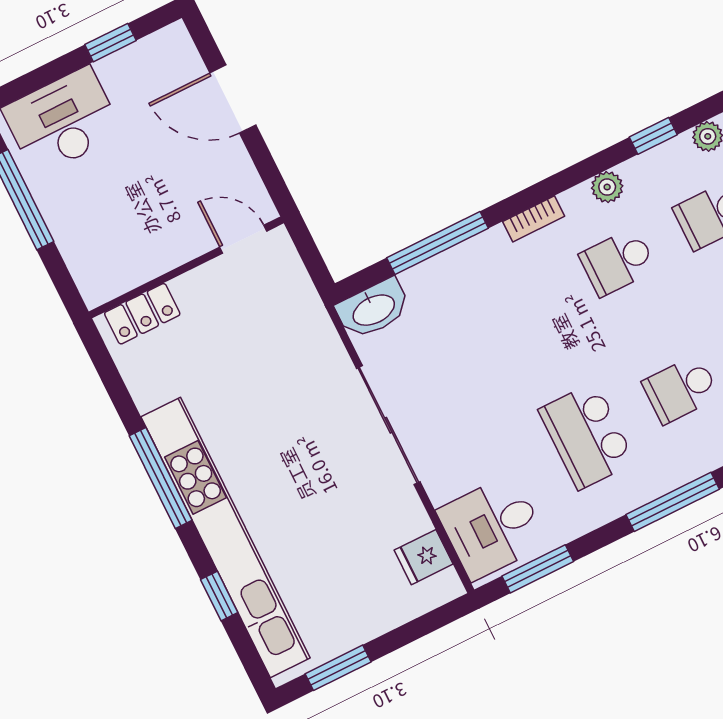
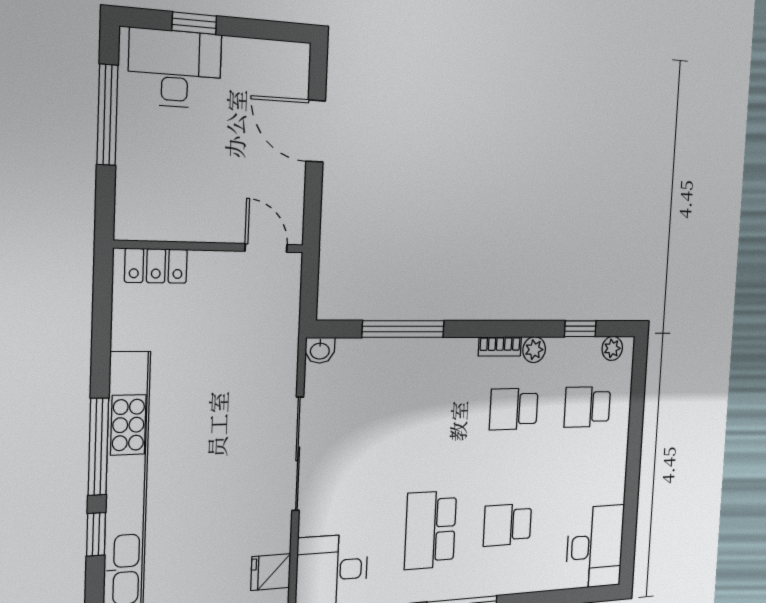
window: (110, 43) -> (194, 23), moved
bookcase: (534, 219) -> (500, 346), moved
washbasin: (373, 309) -> (320, 350), width x0.52, depth x0.69
window: (161, 478) -> (98, 447), moved

